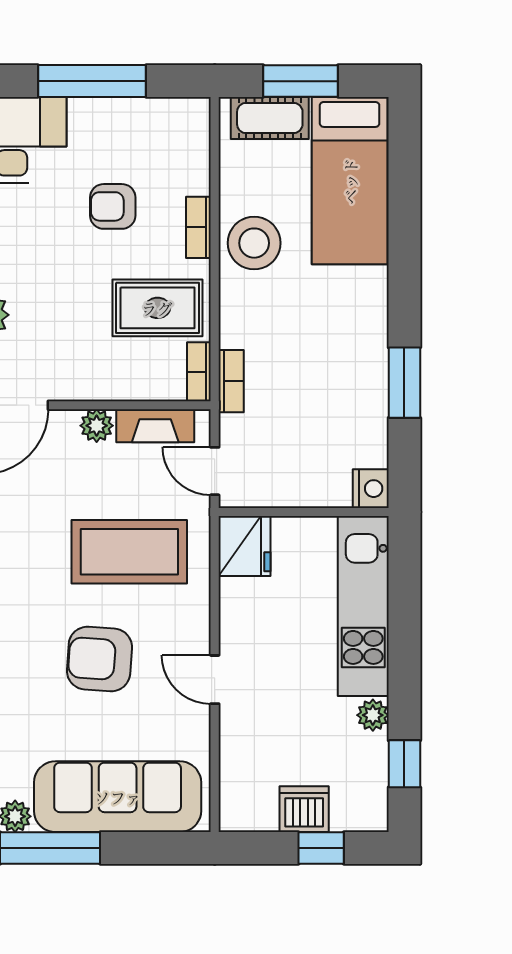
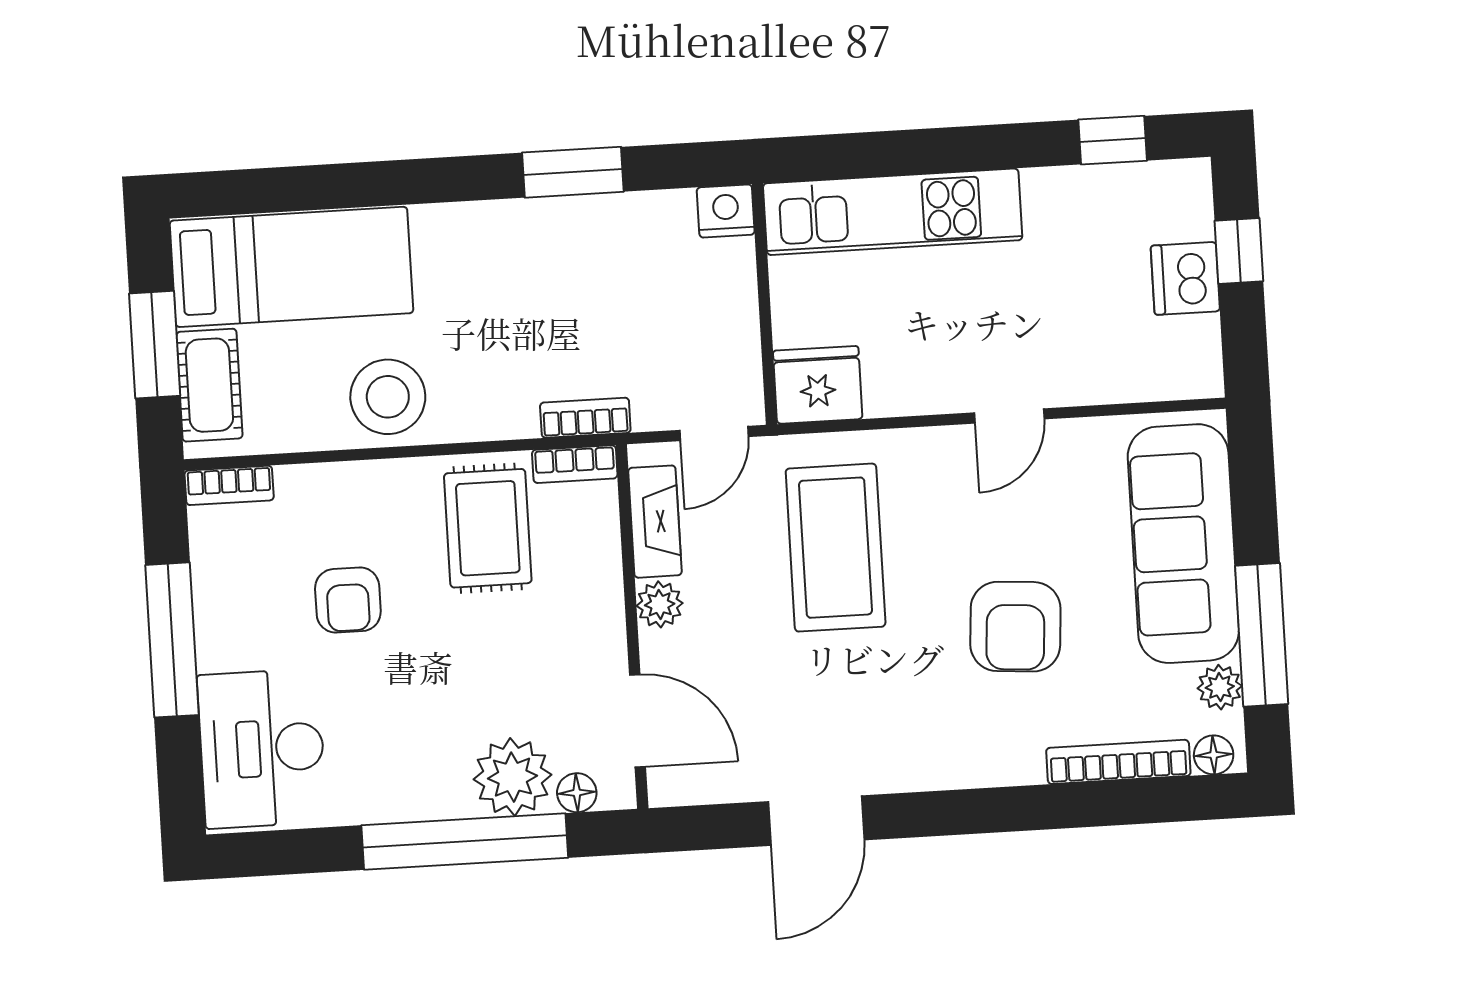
bookcase: (198, 227) -> (229, 485), moved
armchair: (99, 659) -> (1015, 627), moved
plant: (373, 715) -> (1046, 189), removed

